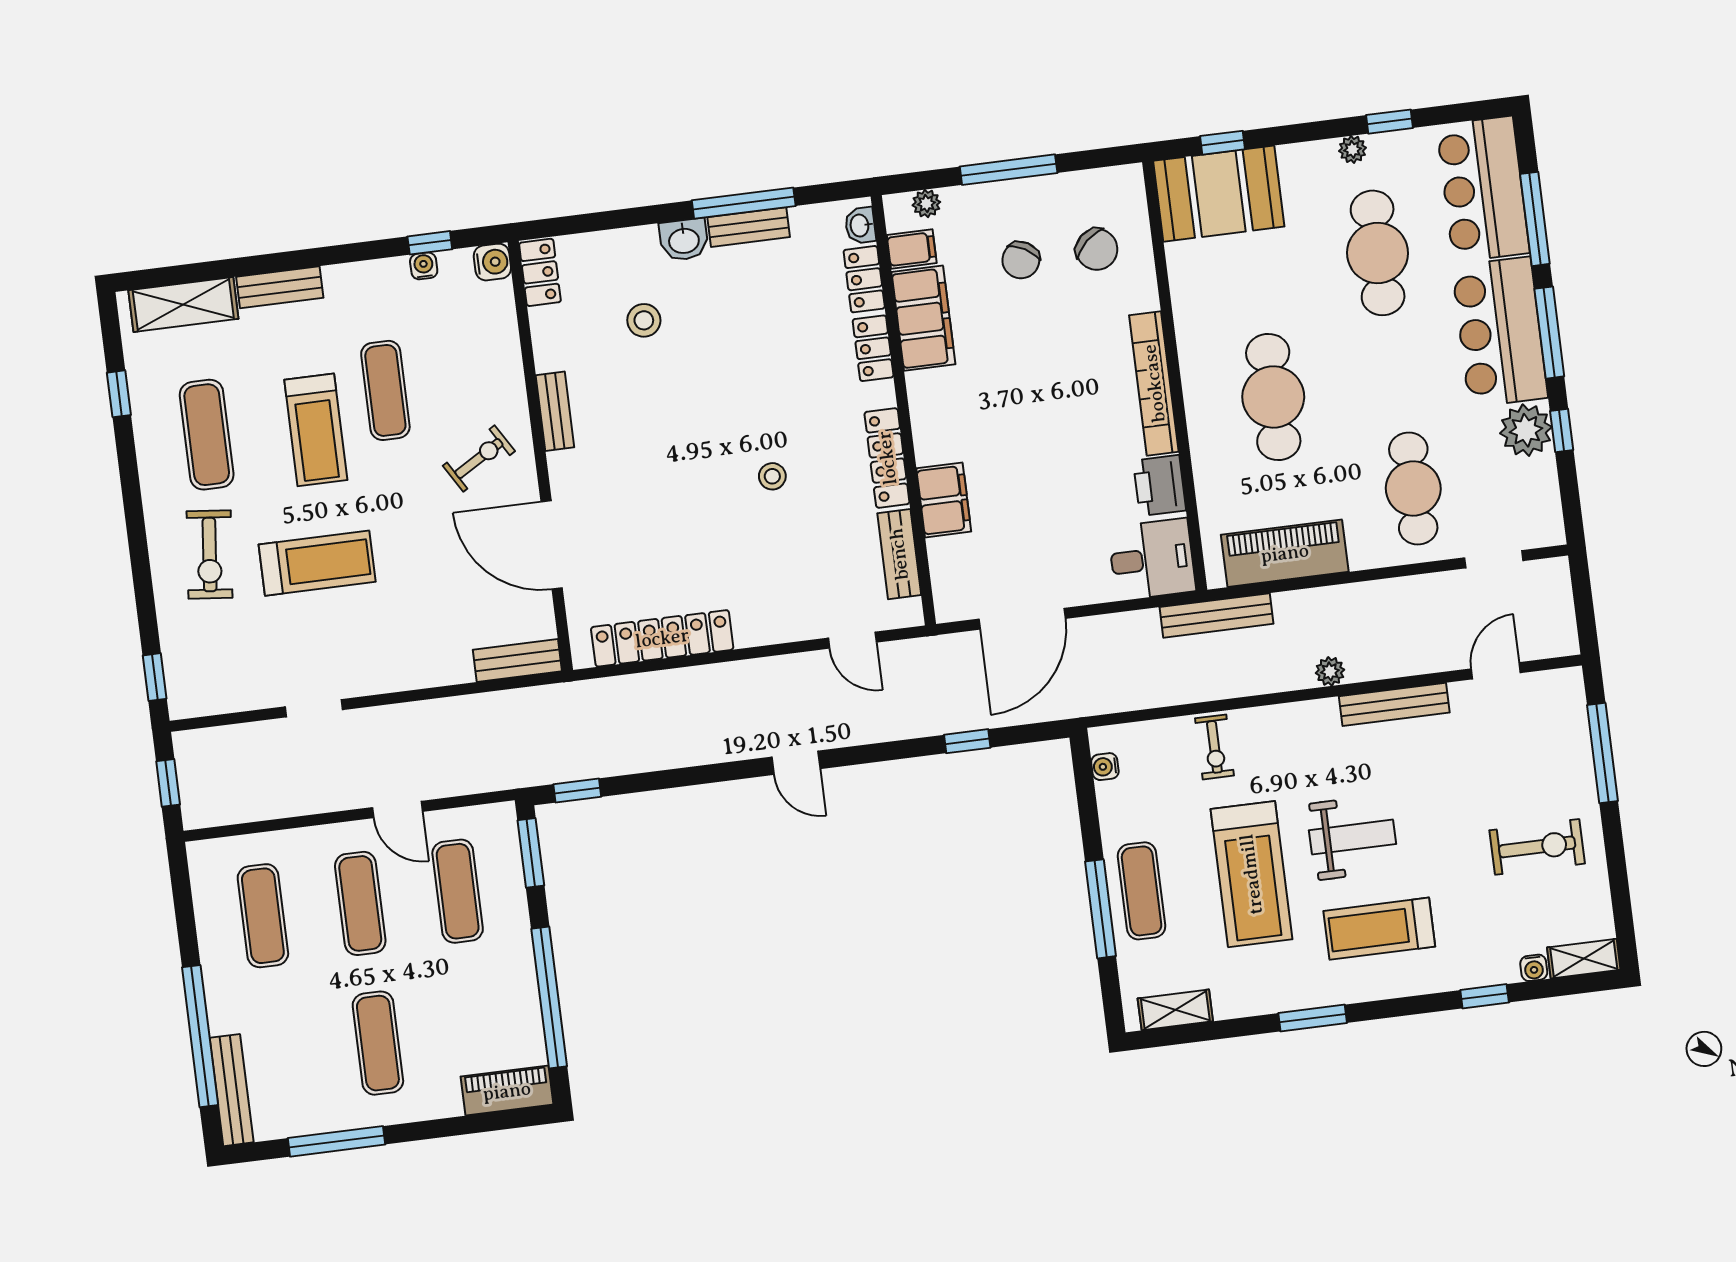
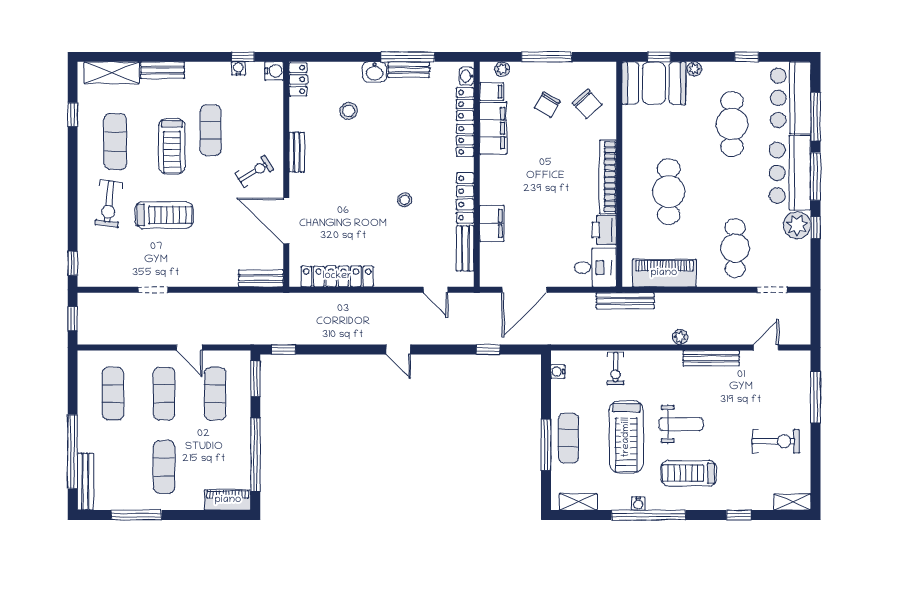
plant: (1353, 149) -> (694, 69), moved
water cooler: (1534, 968) -> (638, 504), moved
window: (1313, 1018) -> (648, 515), width x2.11

